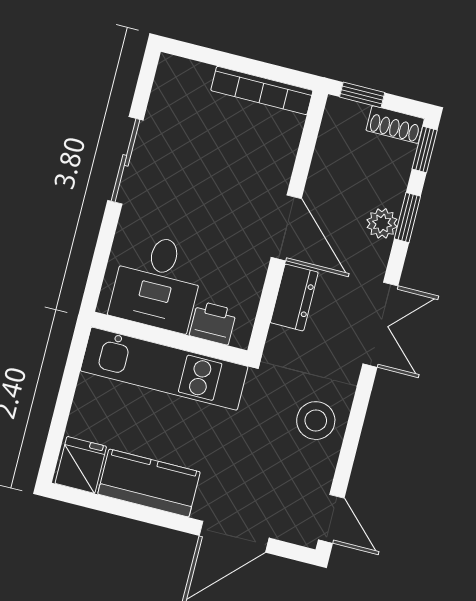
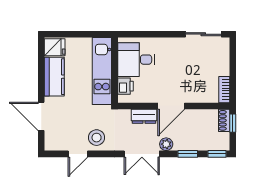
bookcase: (262, 90) -> (224, 90), width x0.64
shoe rack: (395, 125) -> (224, 120), moved
sliding door: (125, 160) -> (203, 34), moved
plant: (382, 223) -> (166, 144), moved
door: (331, 519) -> (78, 154), moved

